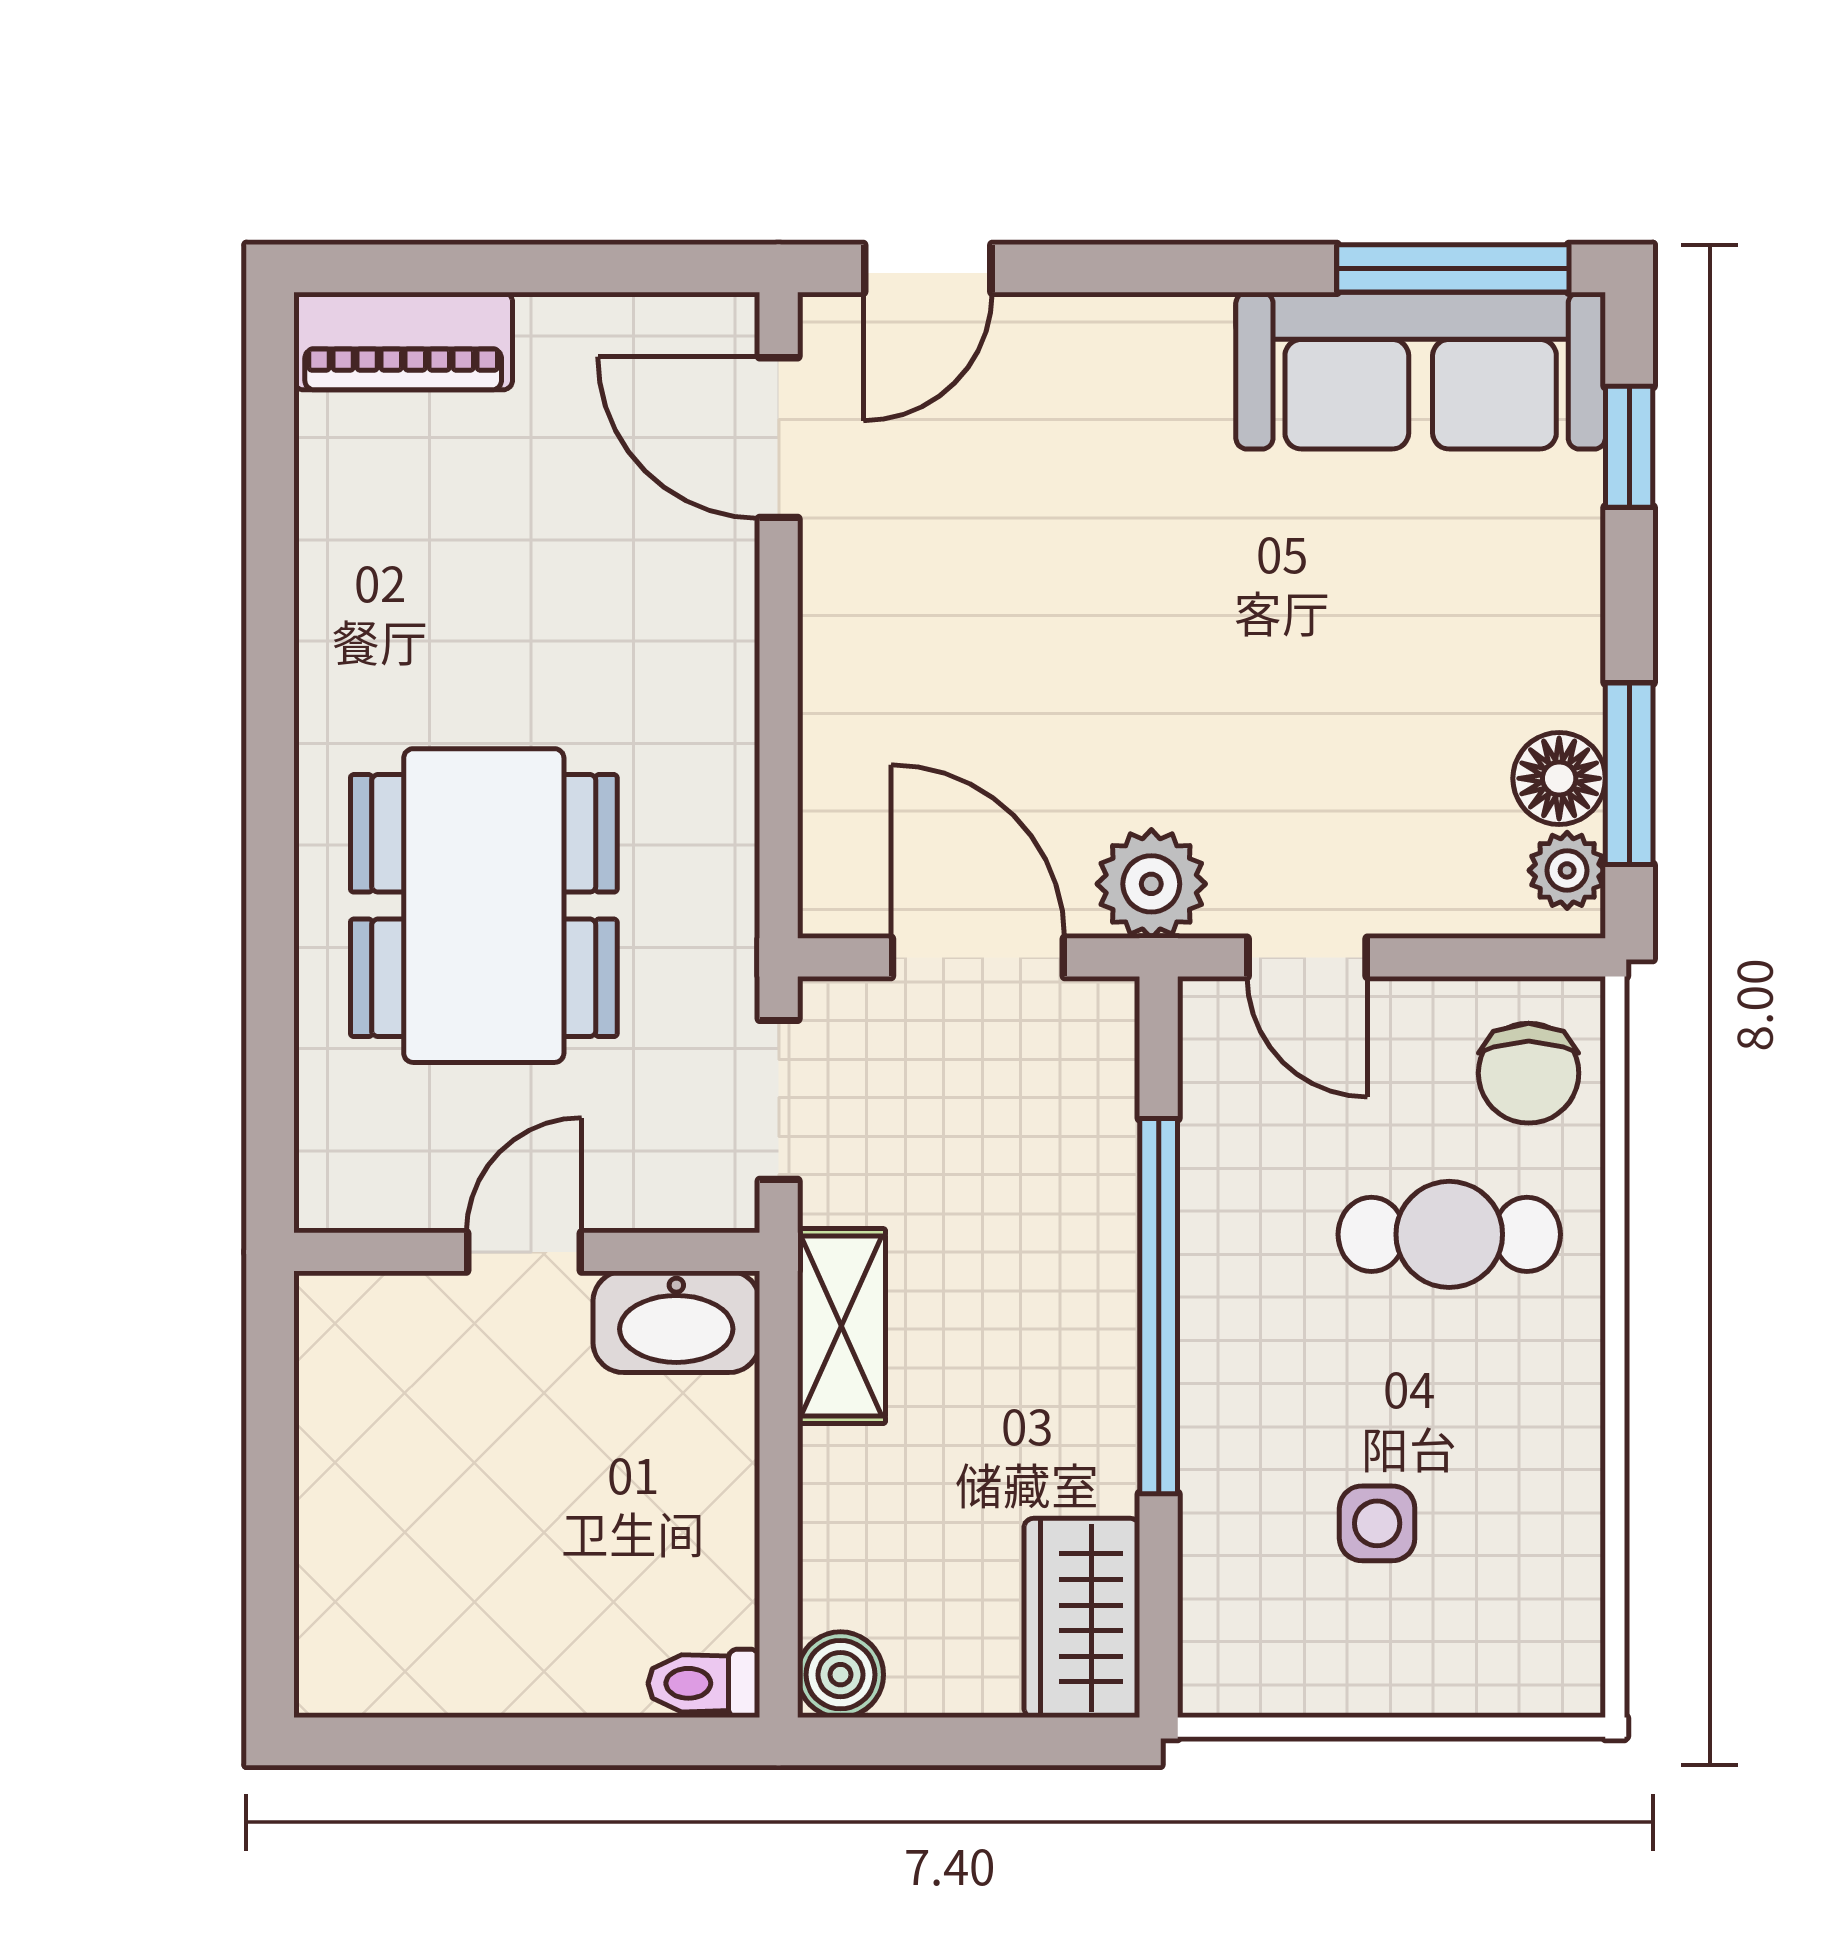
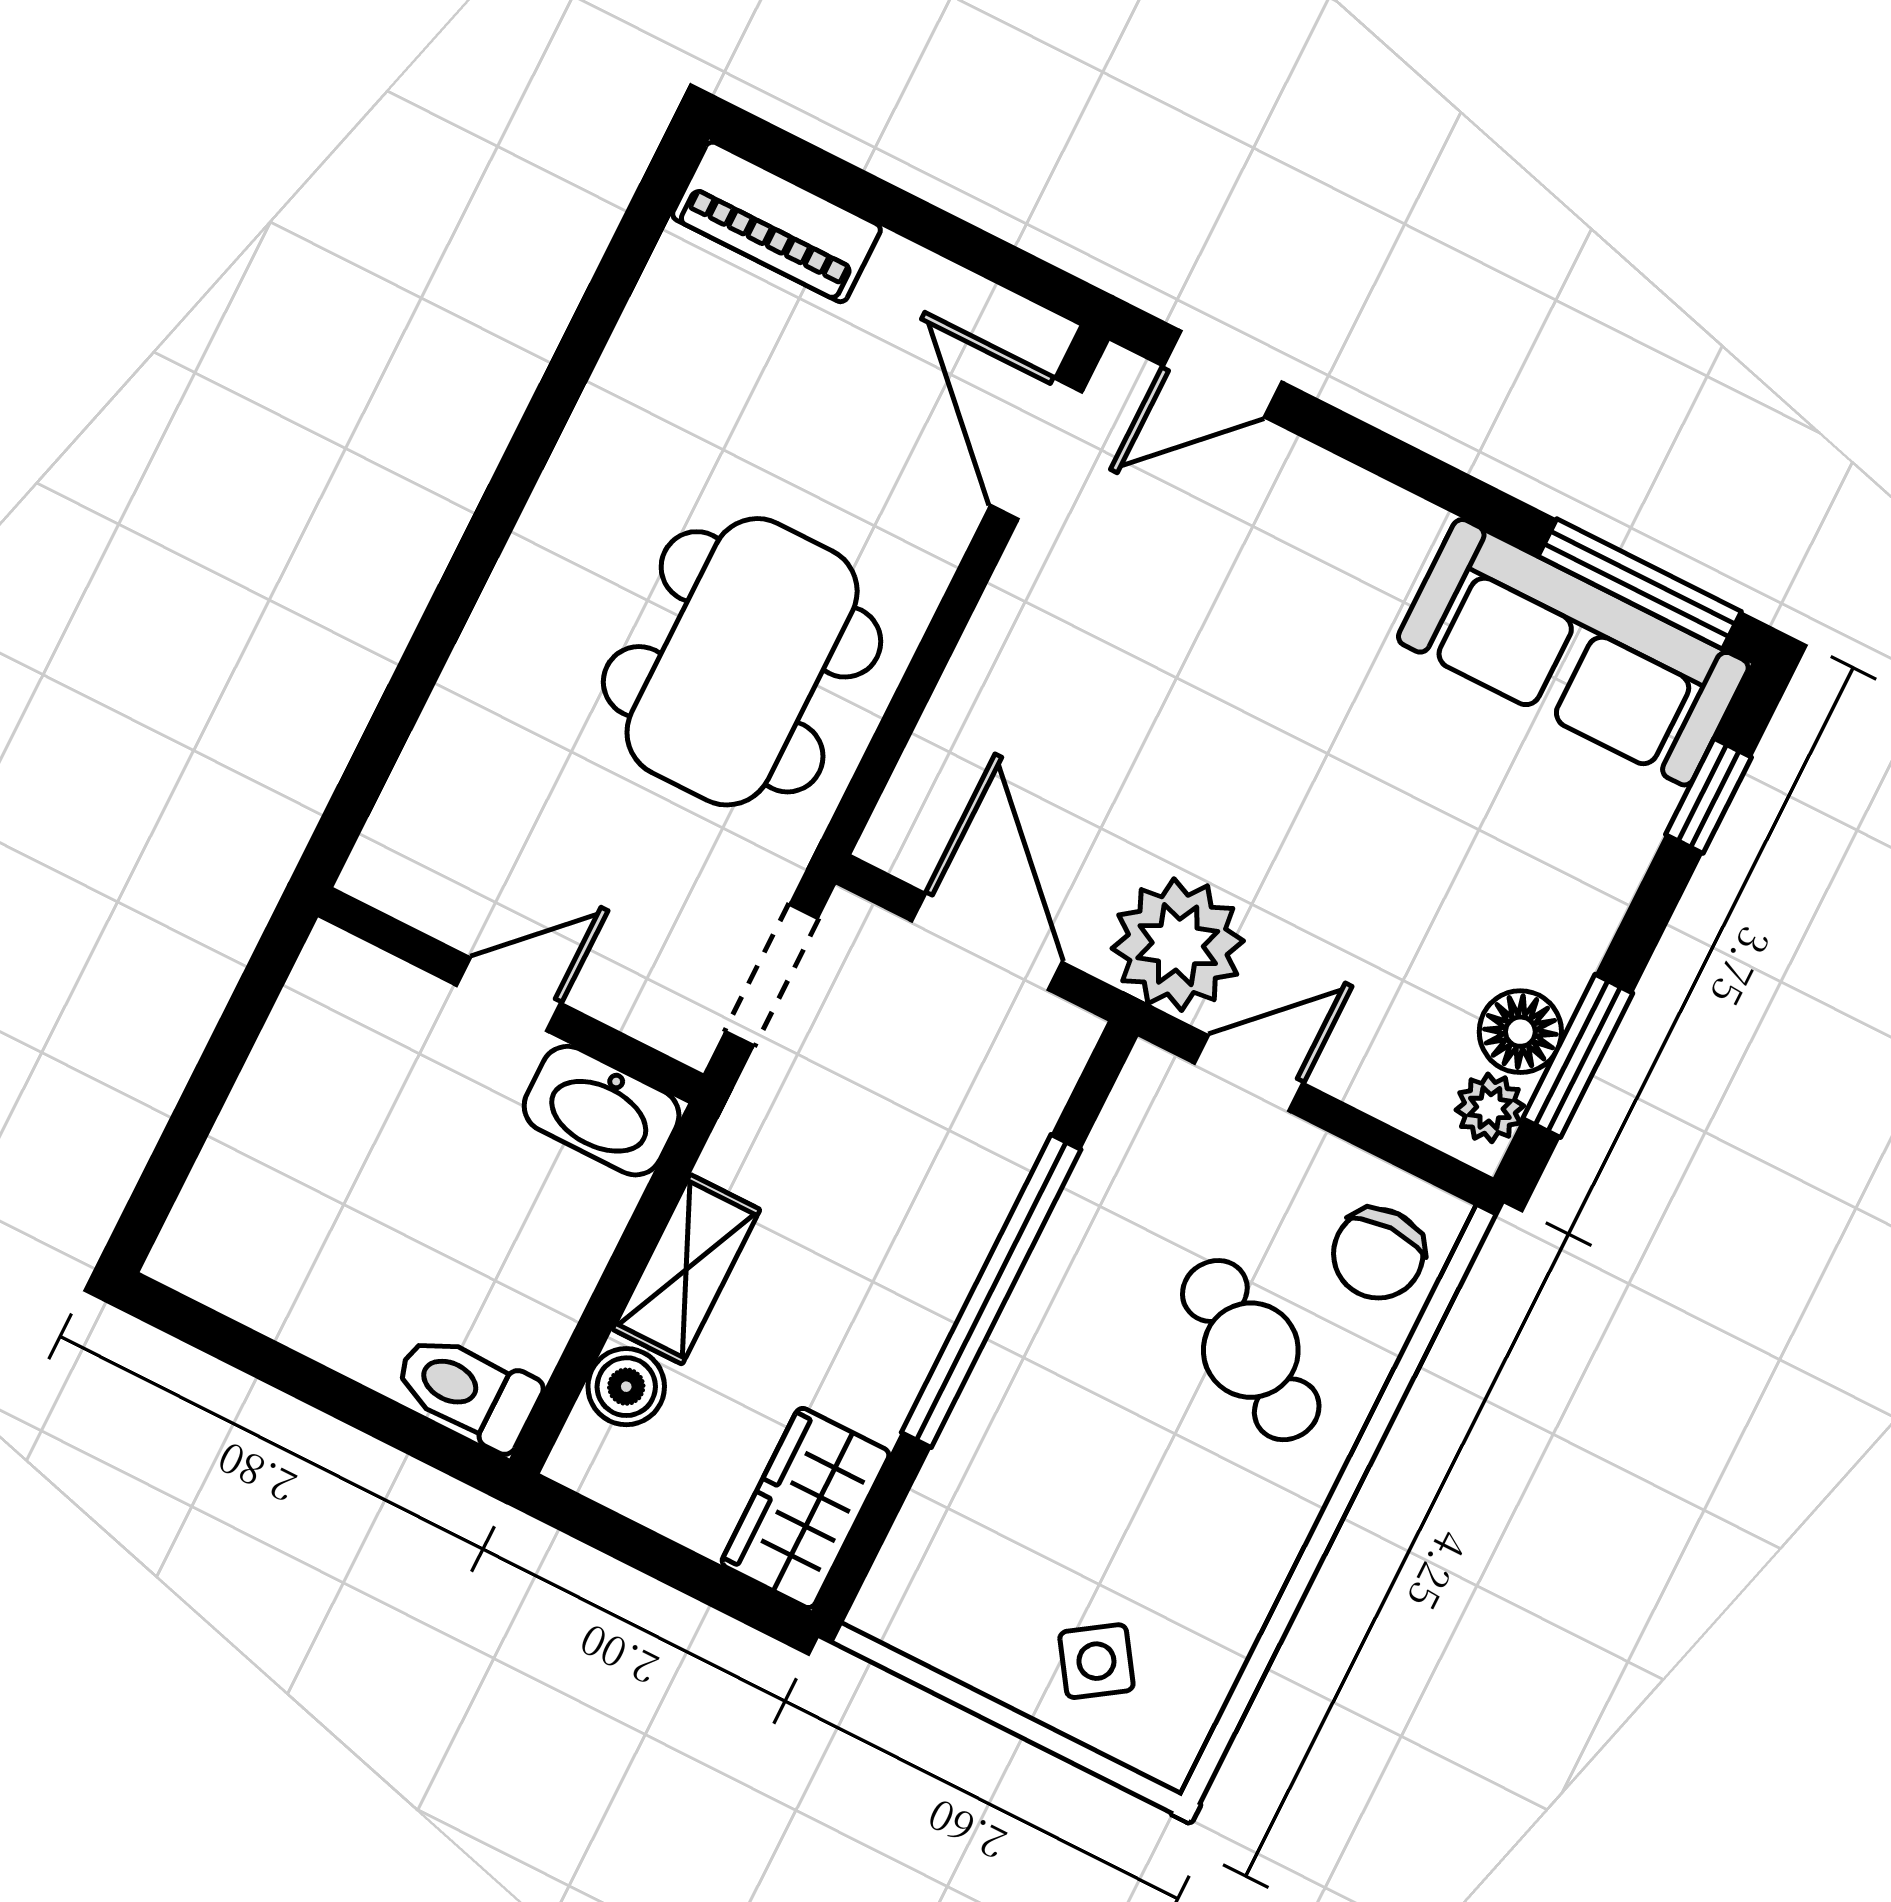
plant: (1151, 884) -> (1178, 945), width x1.36, depth x1.36
dining table: (484, 906) -> (742, 662), moved
door: (1307, 957) -> (1249, 1073), swing flipped
cafe table: (1449, 1234) -> (1251, 1350), turned 32
shelving: (842, 1326) -> (686, 1269), moved
side table: (1377, 1523) -> (1096, 1661), moved, turned -34
boiler: (841, 1675) -> (626, 1387), moved
toilet: (704, 1683) -> (467, 1390), width x1.37, depth x1.39

